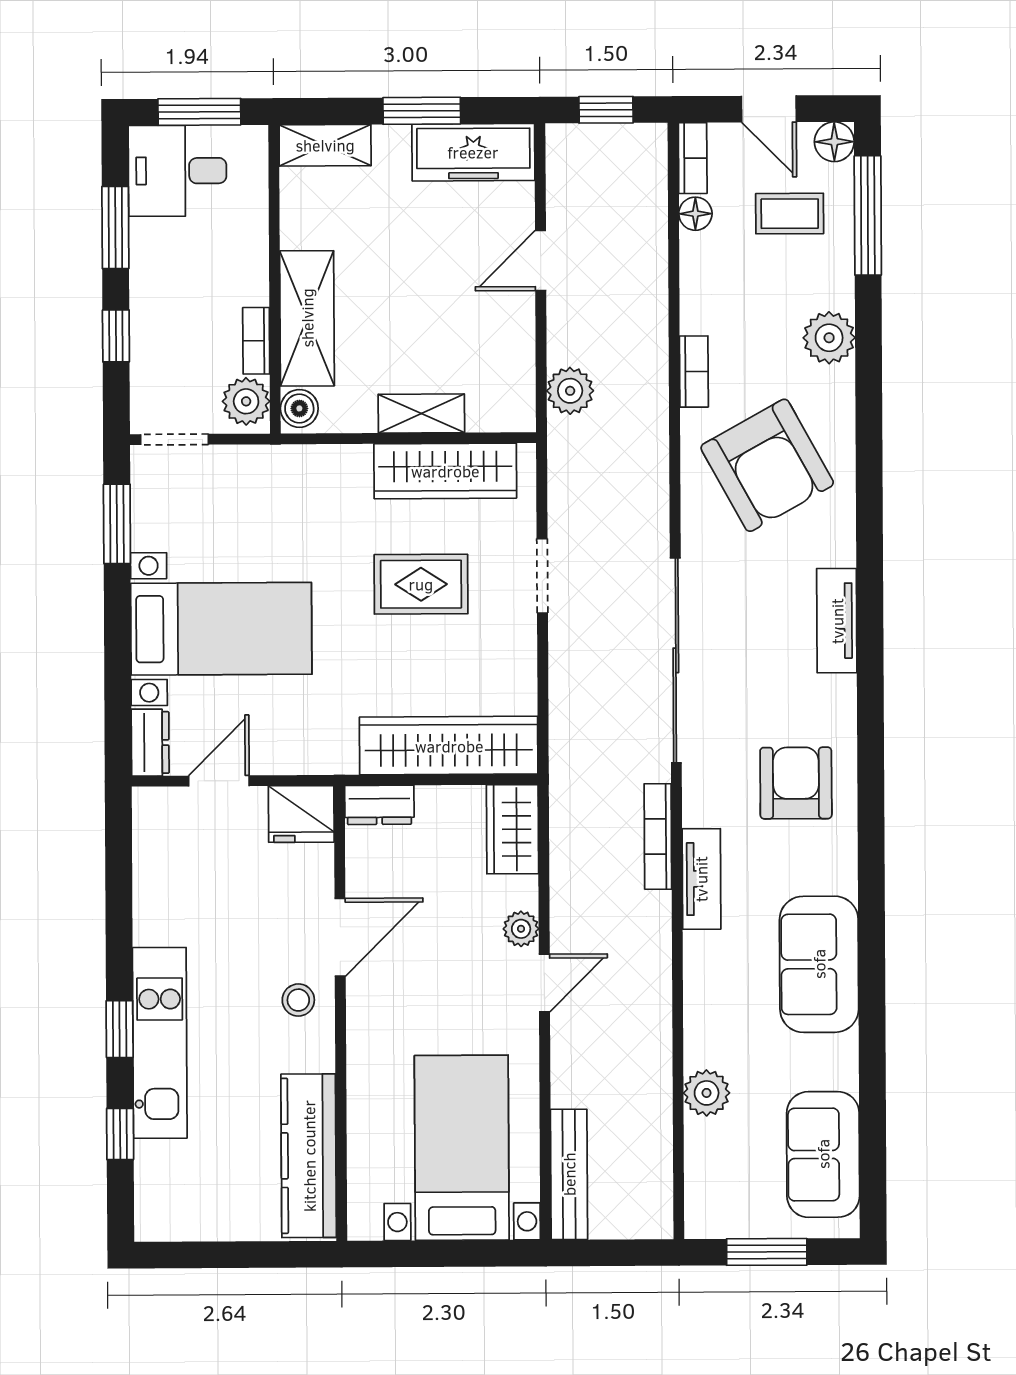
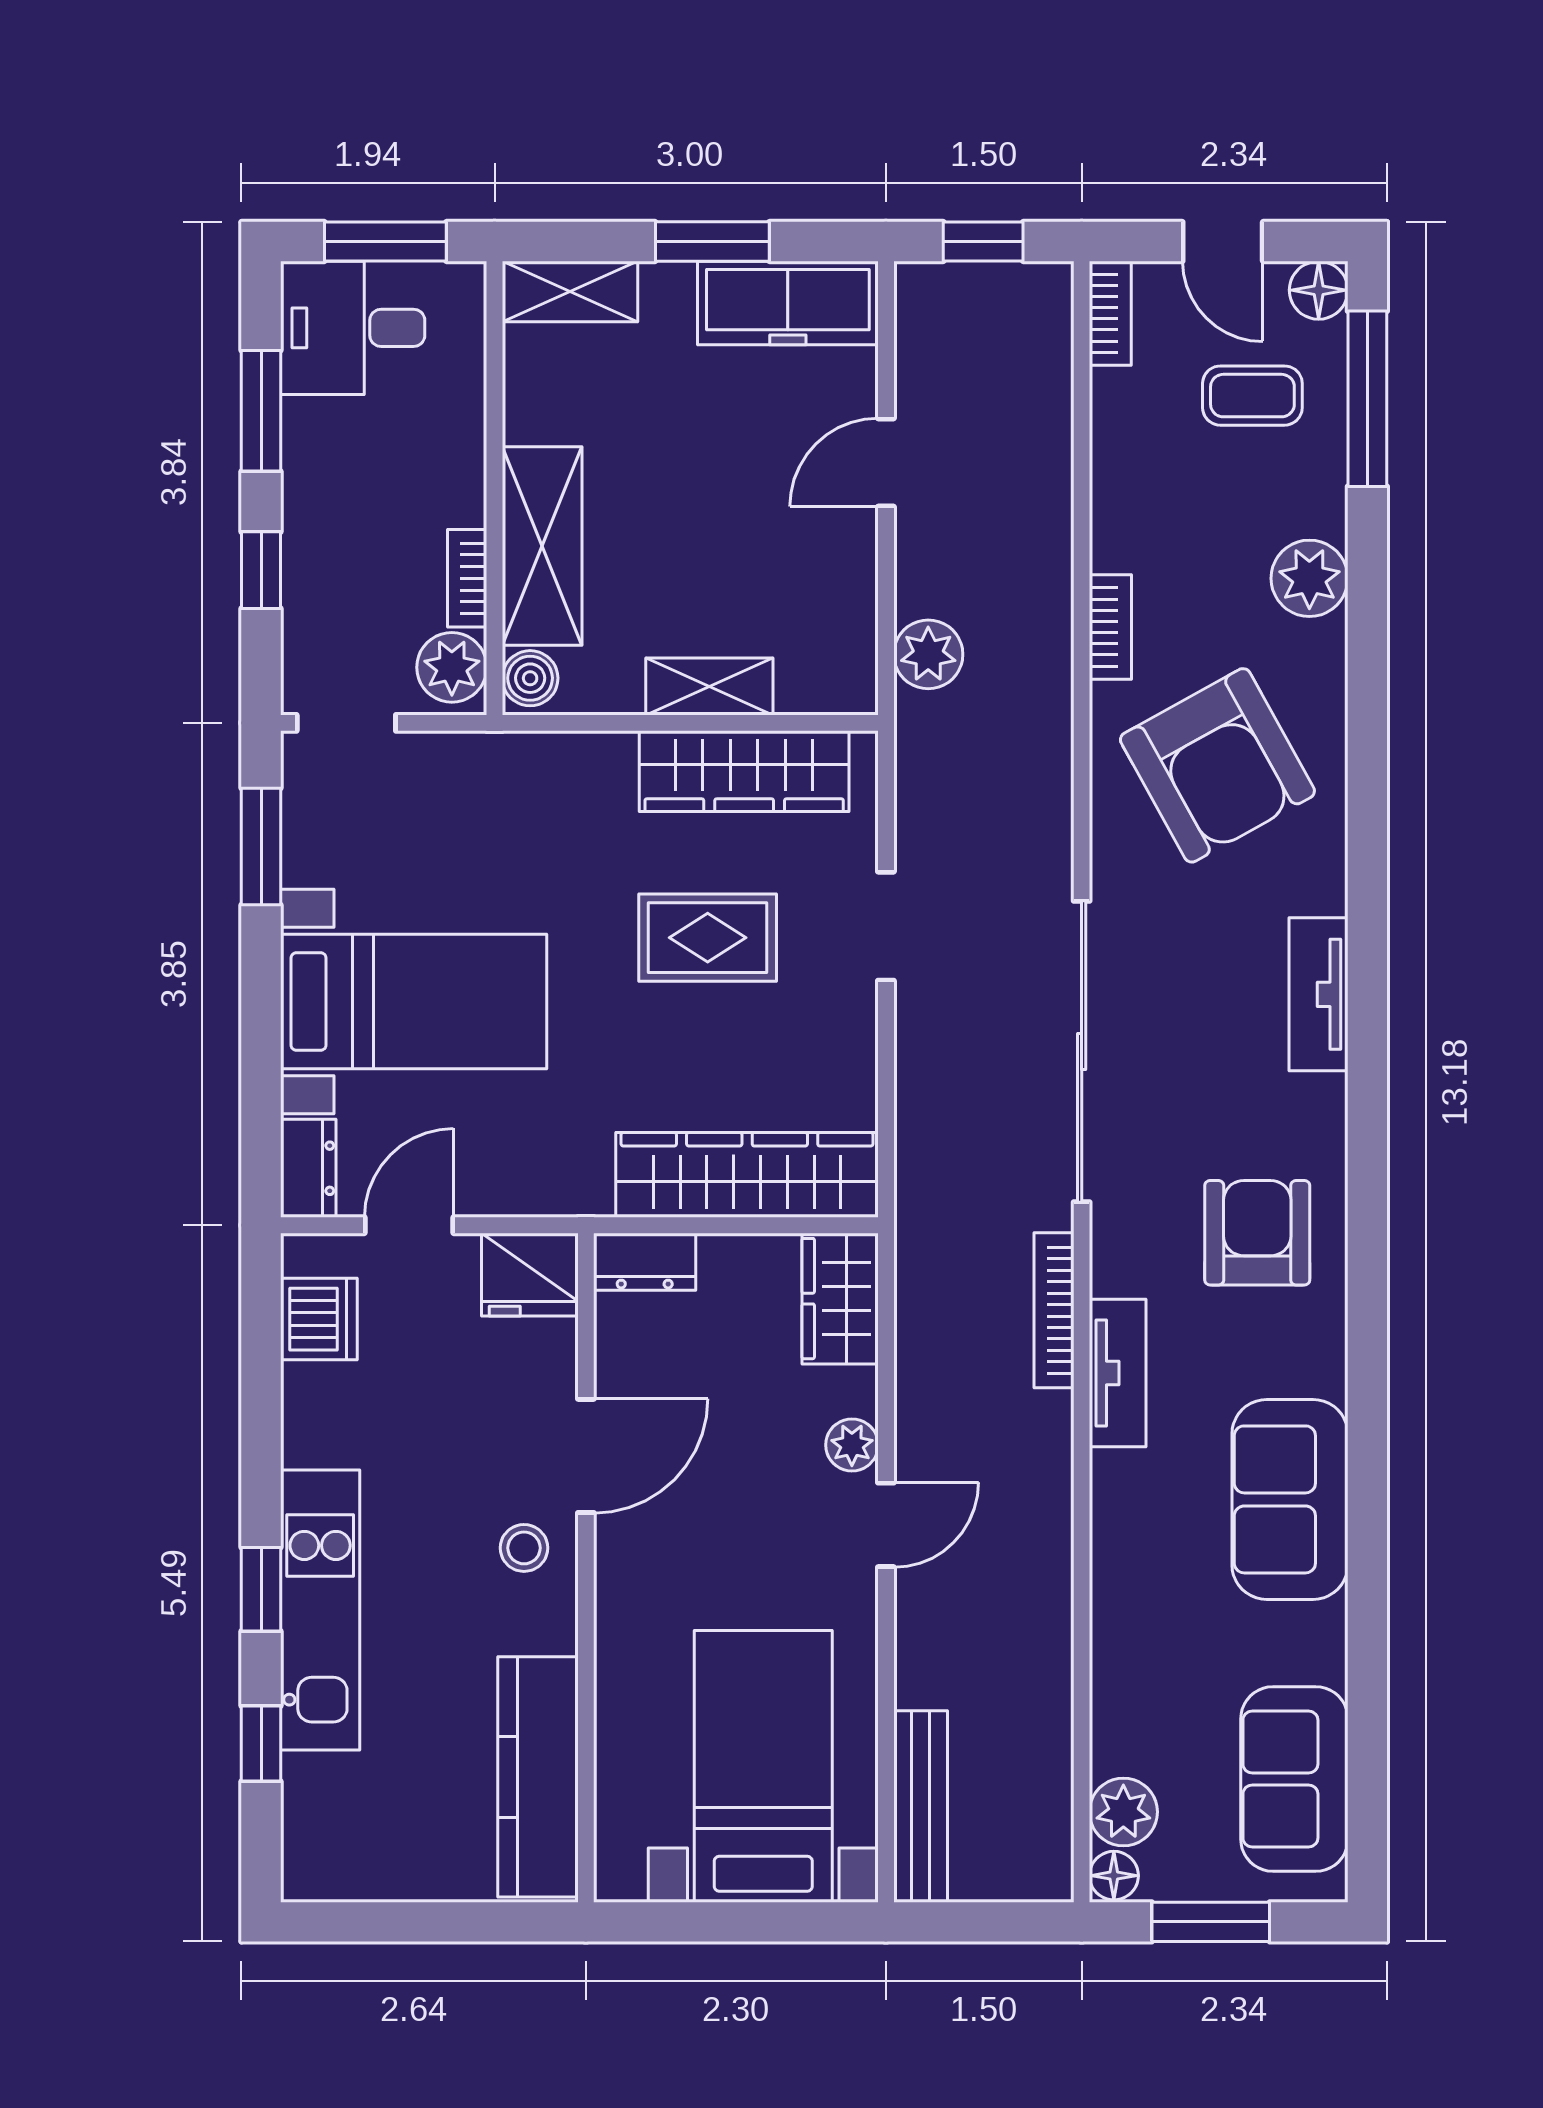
floor lamp: (695, 214) -> (1114, 1876), moved
dishwasher: (158, 845) -> (319, 1319), added
plant: (707, 1093) -> (1123, 1812), moved

